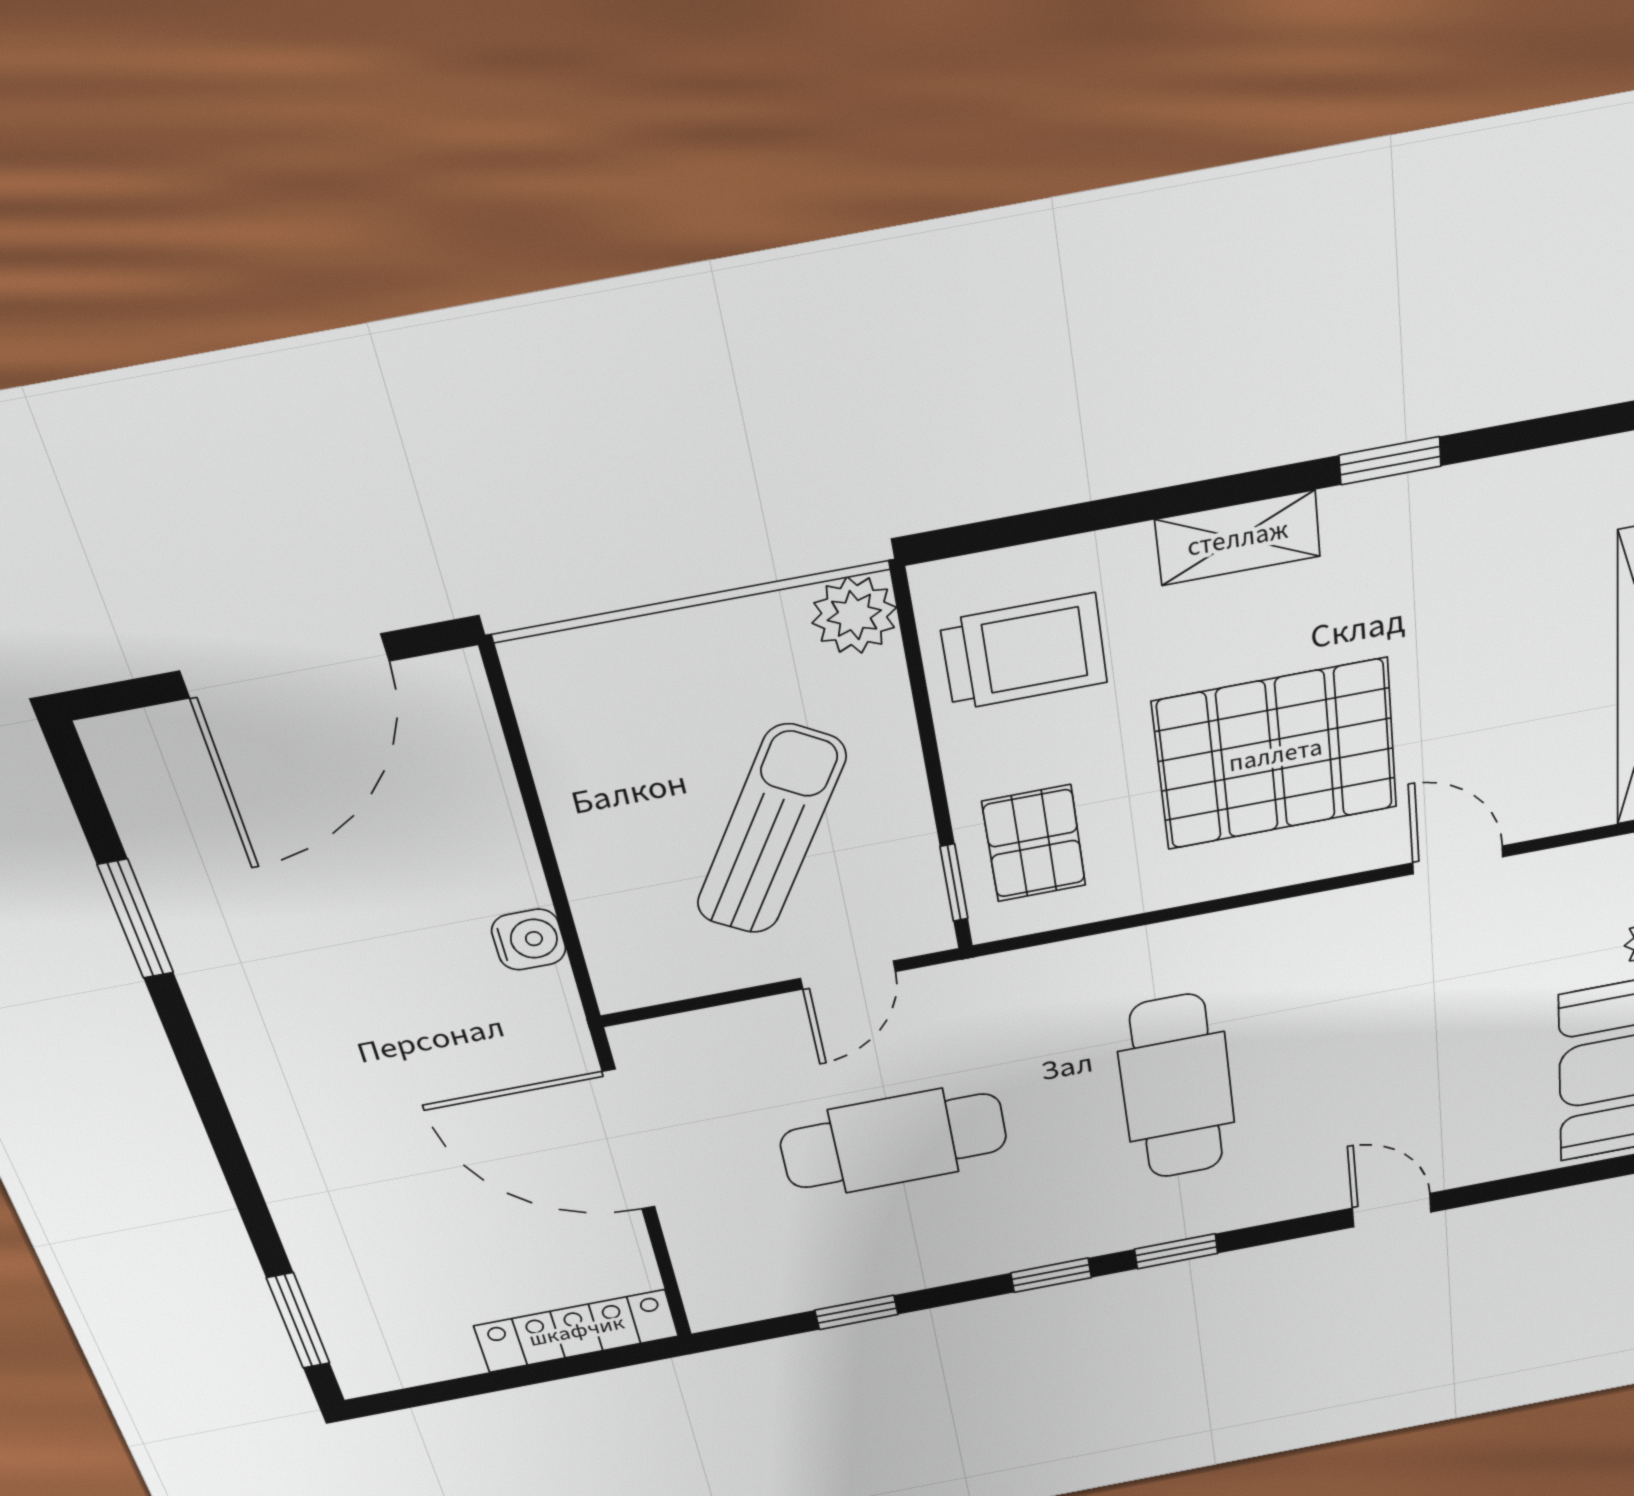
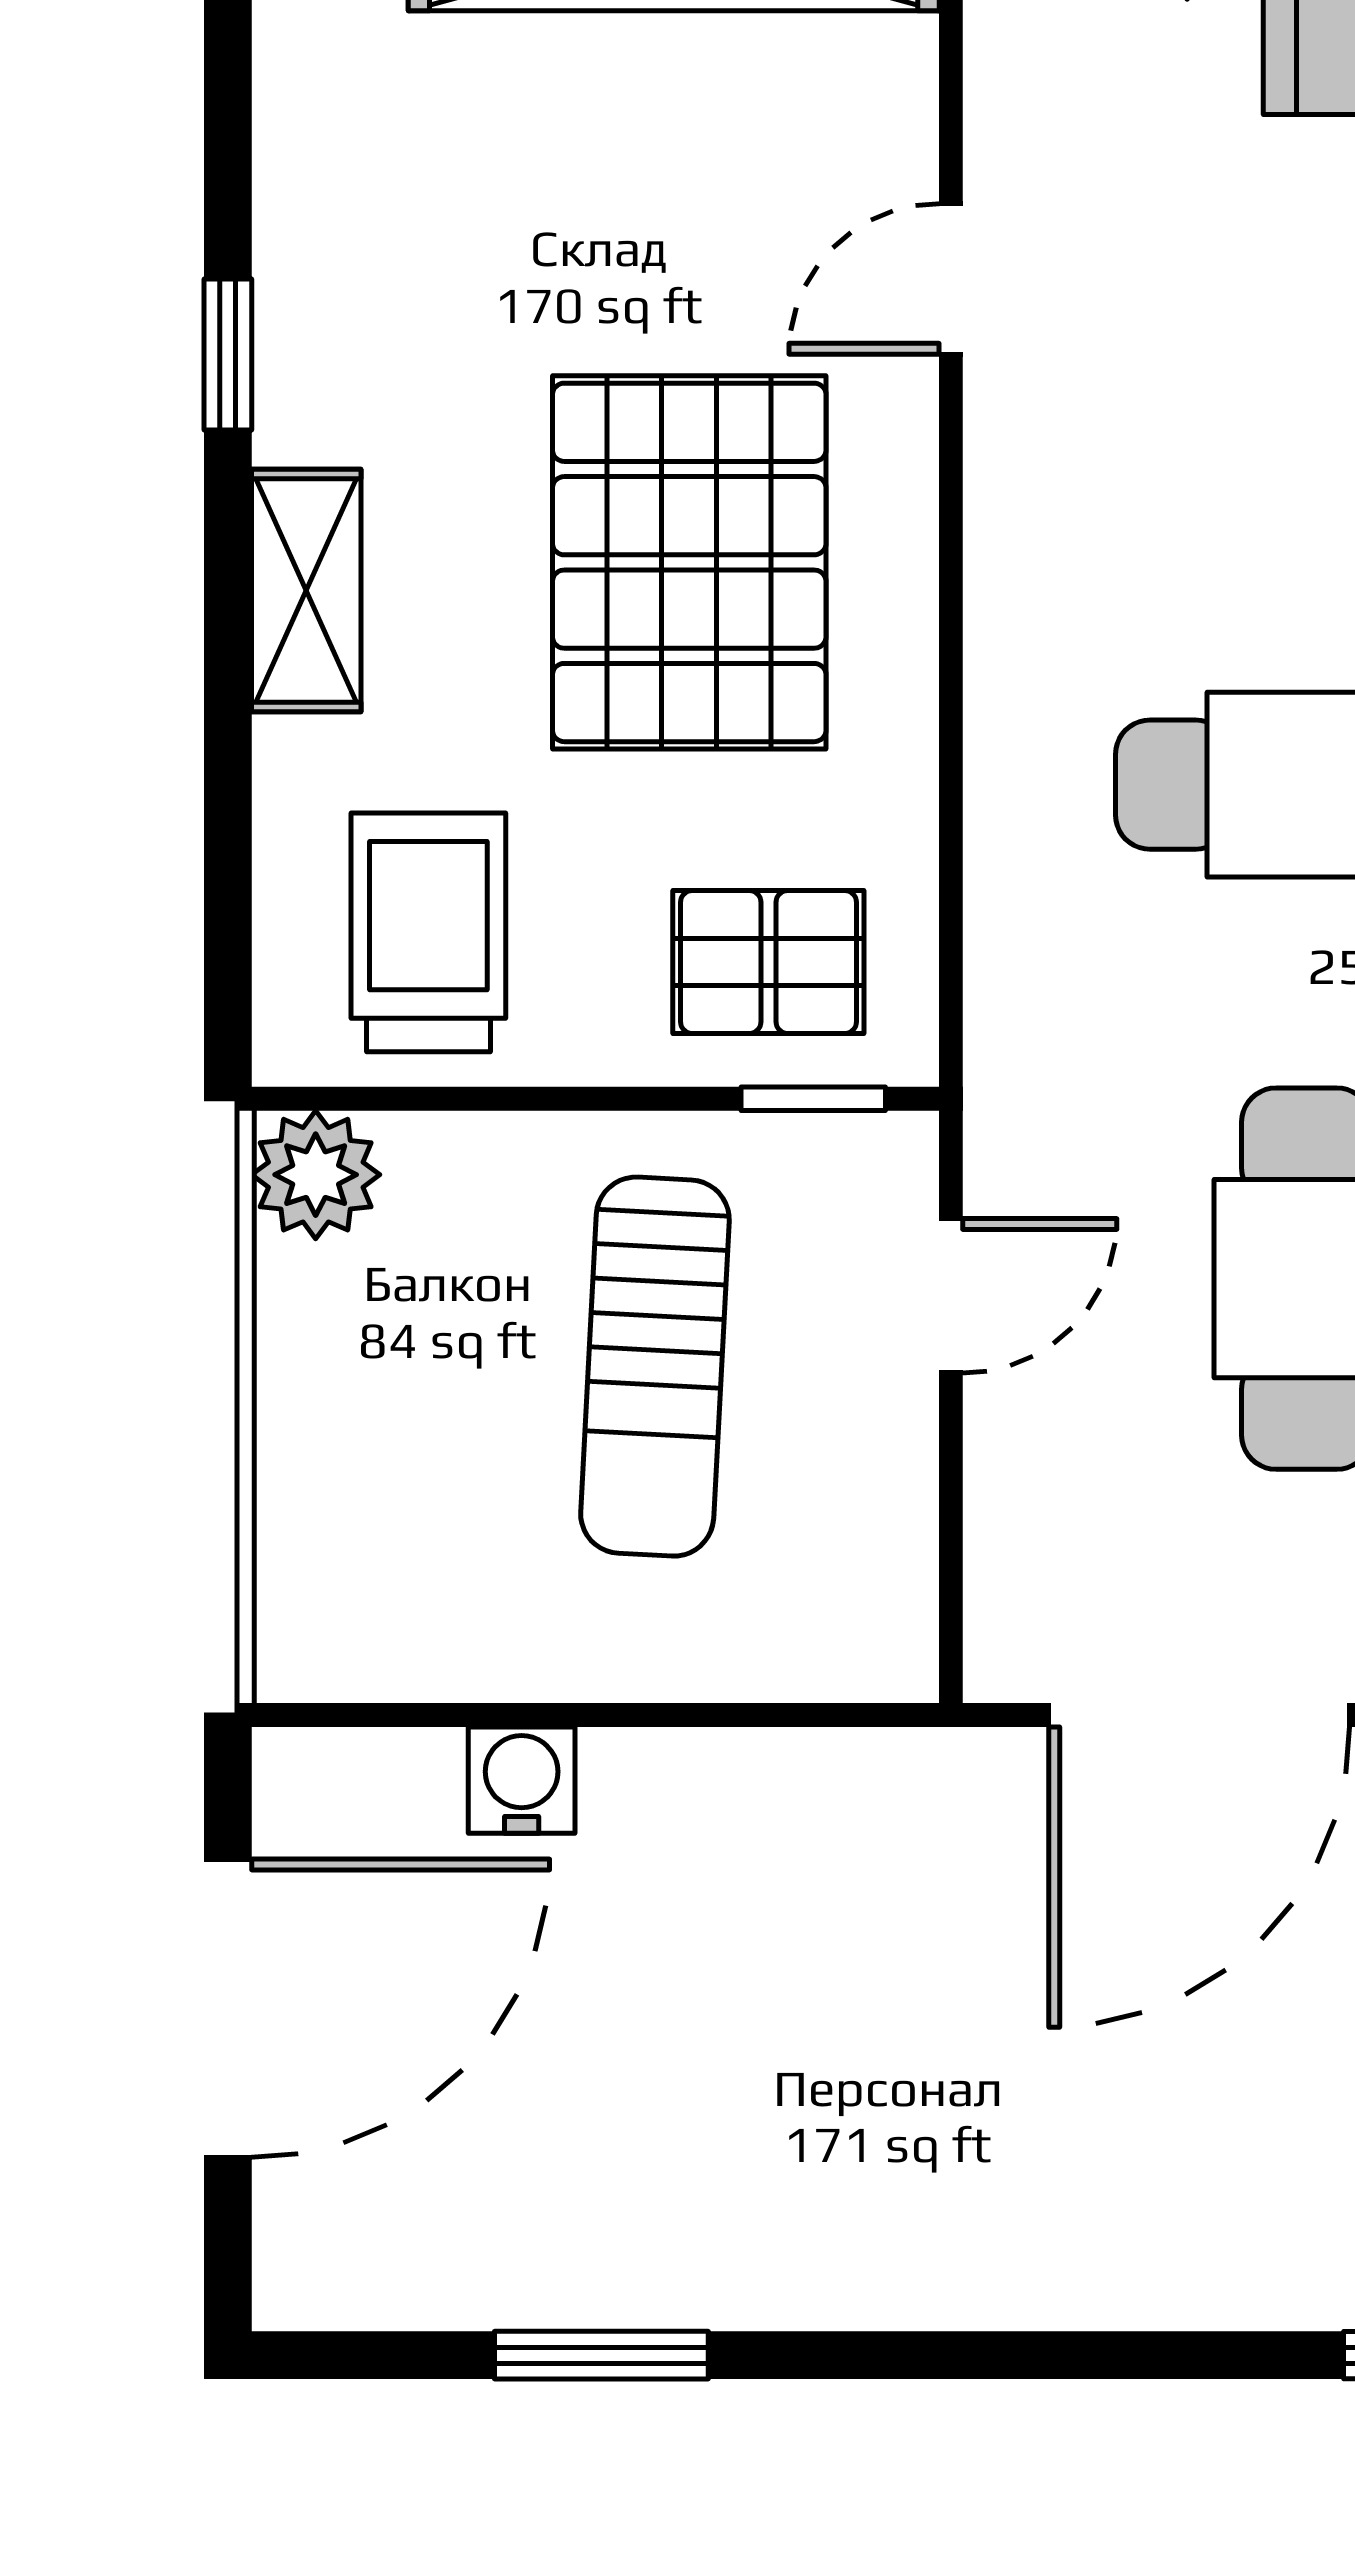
door: (285, 666) -> (228, 2008), hinge flipped
sun lounger: (771, 830) -> (655, 1367), turned -118
water cooler: (529, 940) -> (522, 1780), moved
door: (848, 975) -> (951, 1296), hinge flipped

